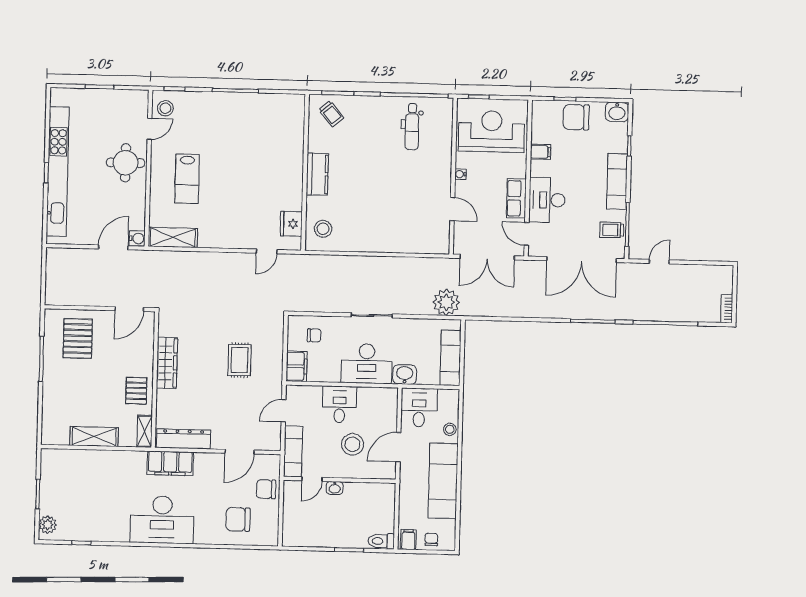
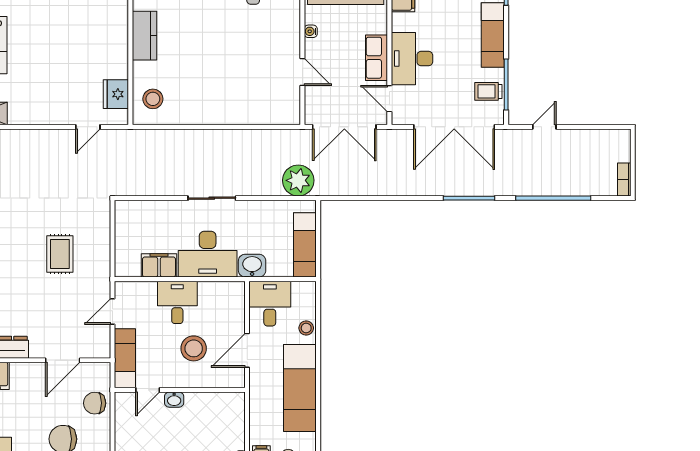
chair: (314, 335) -> (146, 223), removed
filing cabinet: (297, 366) -> (159, 265), moved, turned -90

